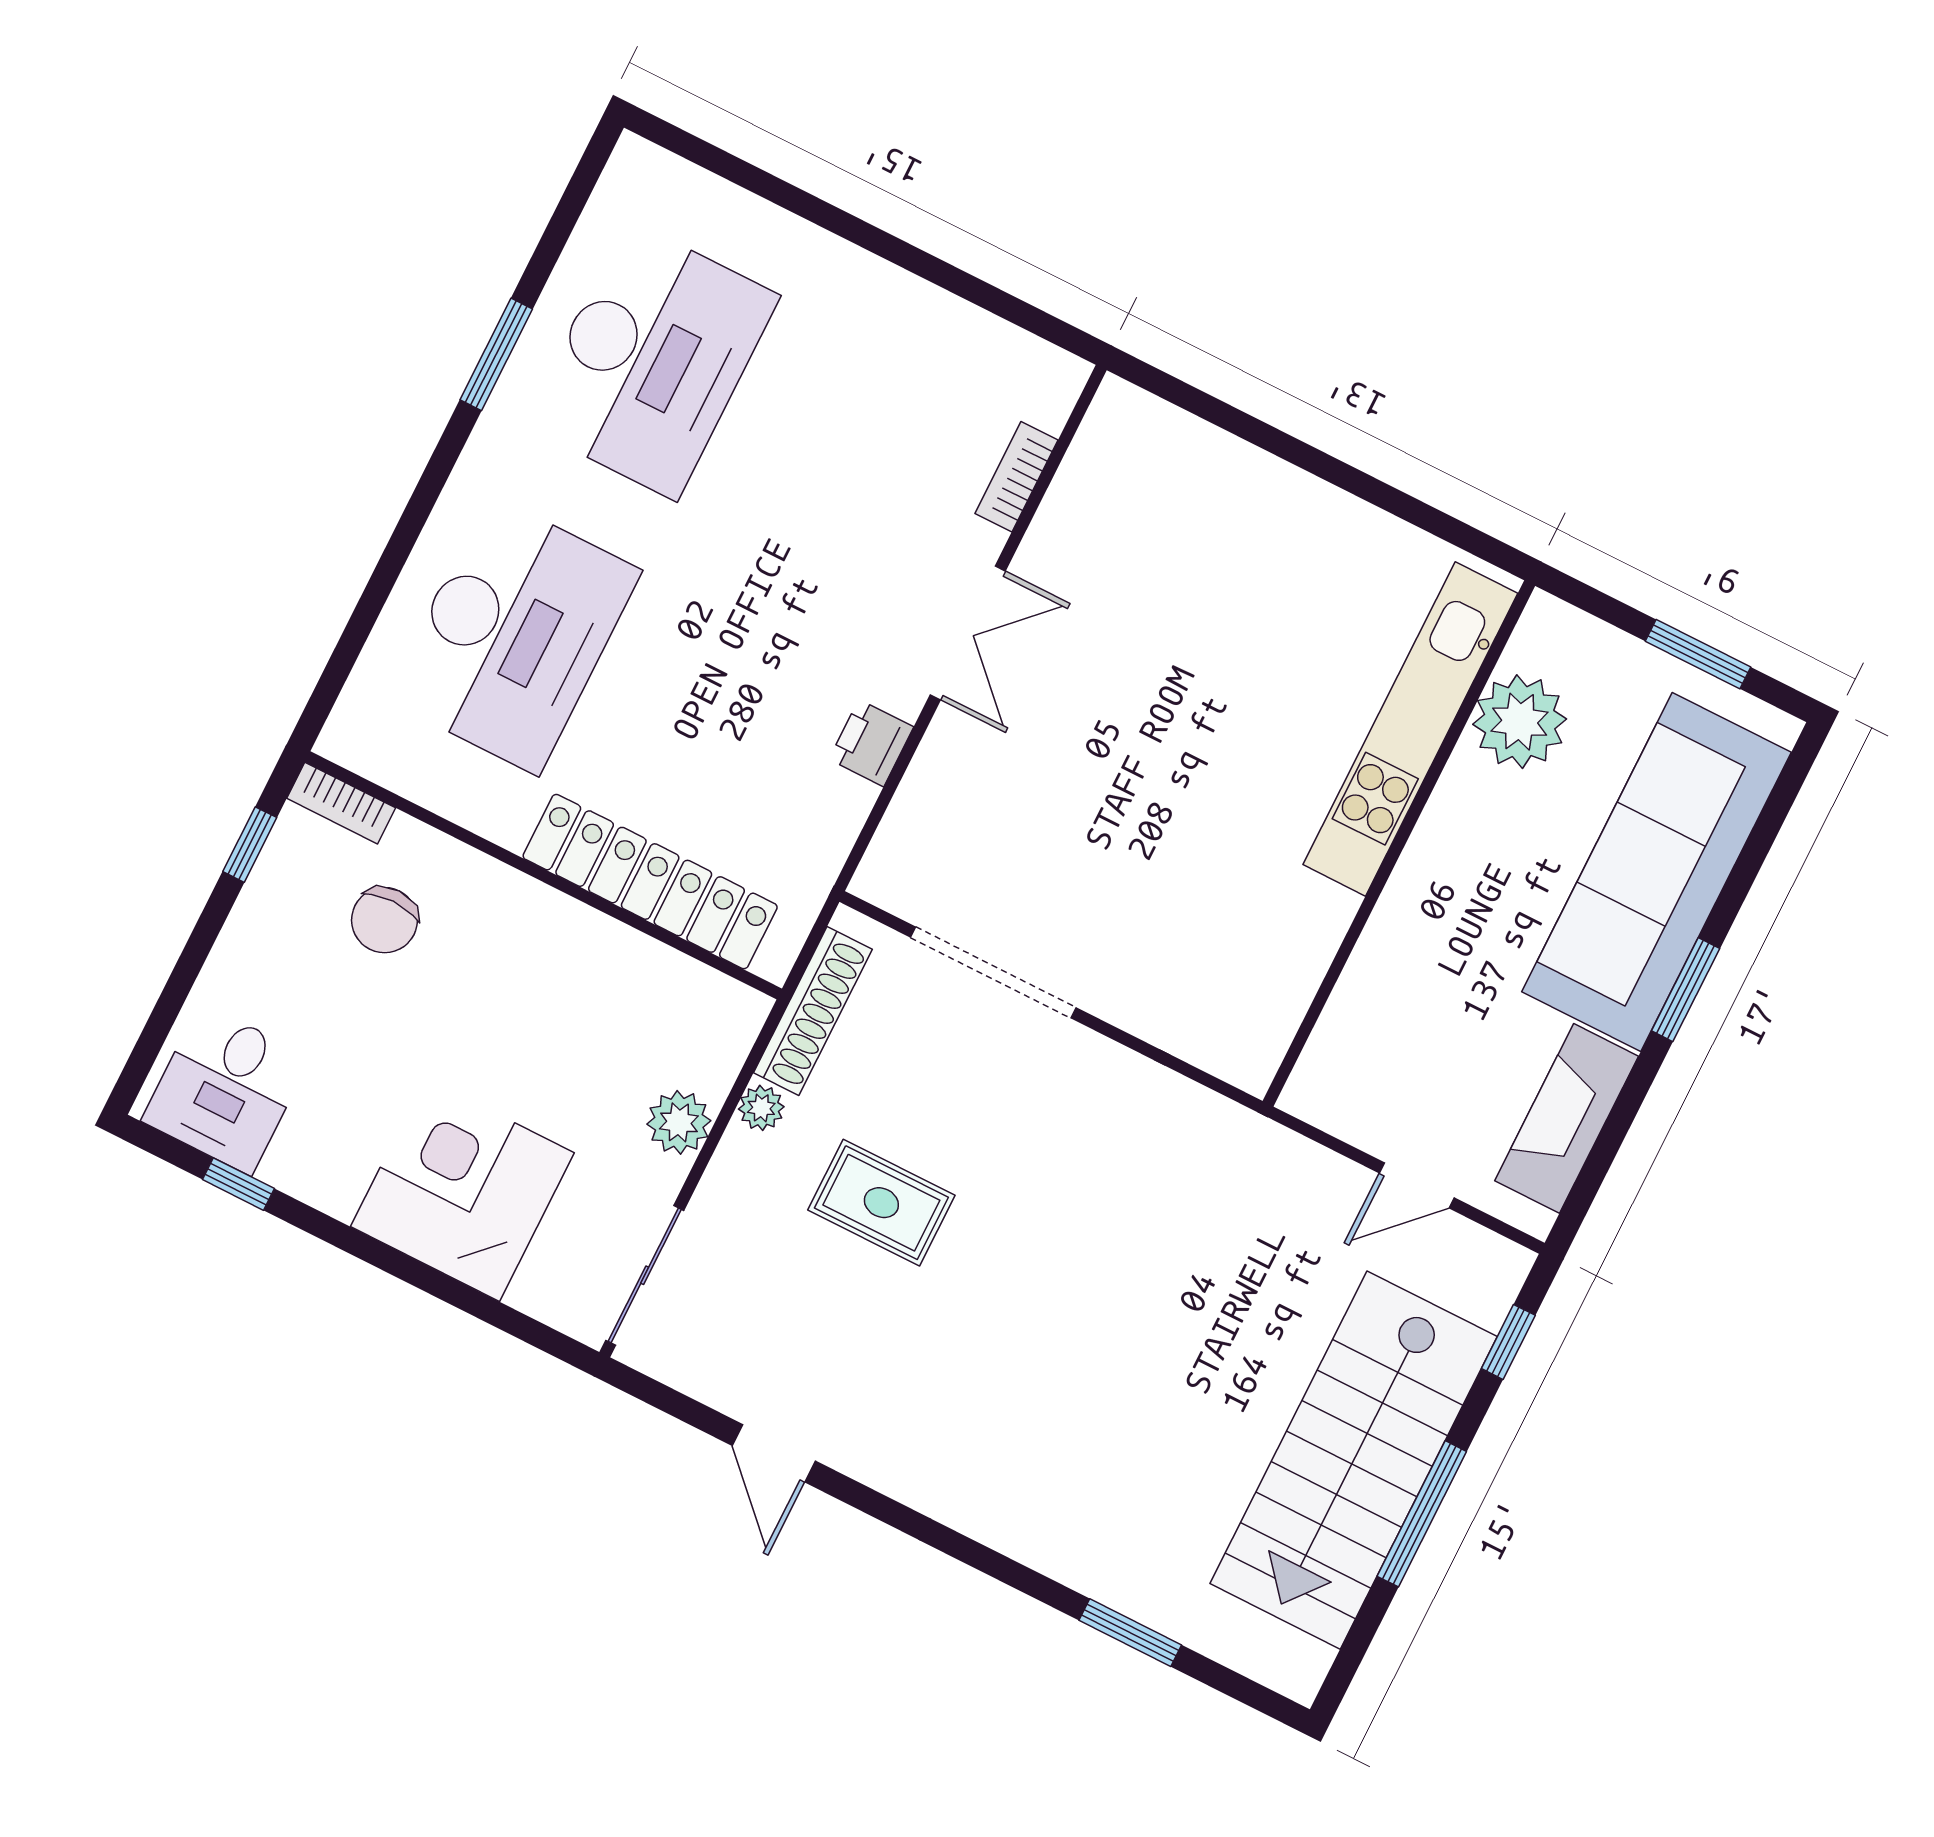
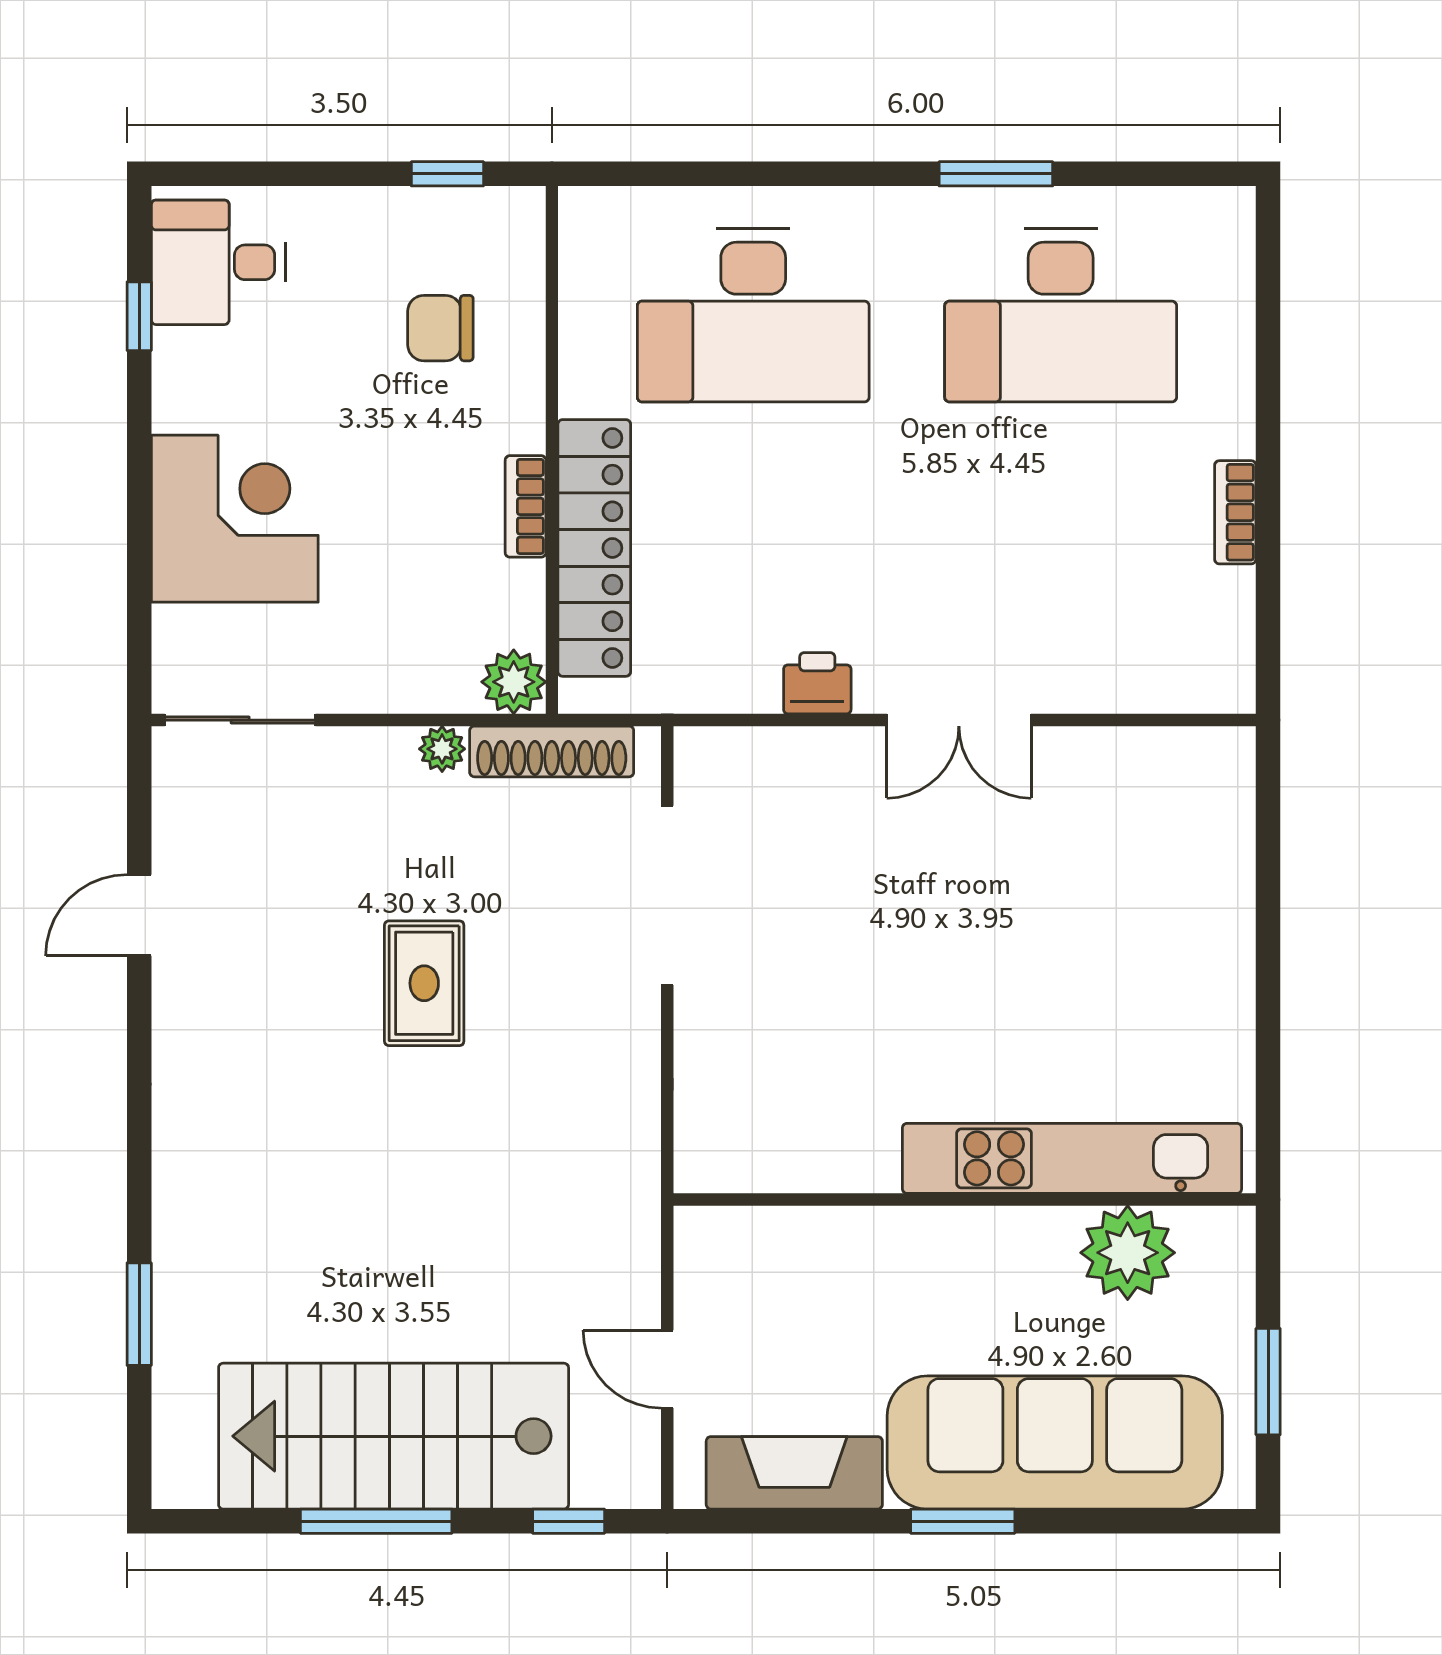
bookcase: (1017, 477) -> (1235, 512), moved, turned -90
bookcase: (341, 803) -> (525, 506), moved
plant: (679, 1122) -> (514, 682), moved
rug: (881, 1203) -> (424, 983), moved

